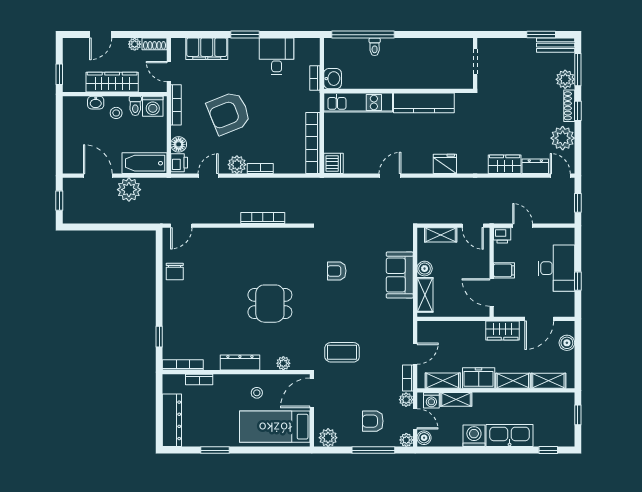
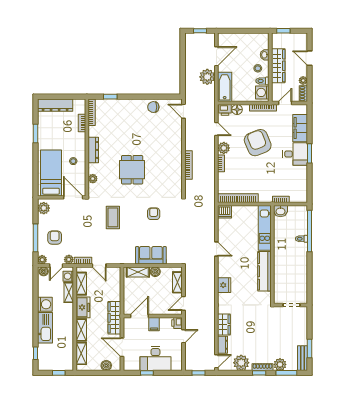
desk: (277, 56) -> (295, 154), moved
wardrobe: (503, 331) -> (114, 318), width x1.50
coffee table: (342, 352) -> (113, 217), moved

